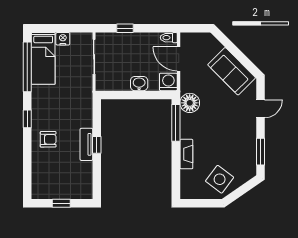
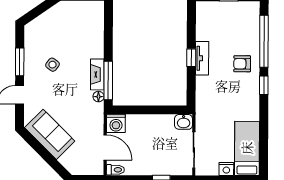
window: (27, 67) -> (264, 41), moved
washbasin: (139, 84) -> (184, 122), moved
floor lamp: (190, 103) -> (98, 97), width x0.53, depth x0.53
window: (261, 152) -> (20, 62), moved
fireplace: (186, 154) -> (97, 74), moved
side table: (220, 179) -> (52, 65), moved, width x0.54, depth x0.54

